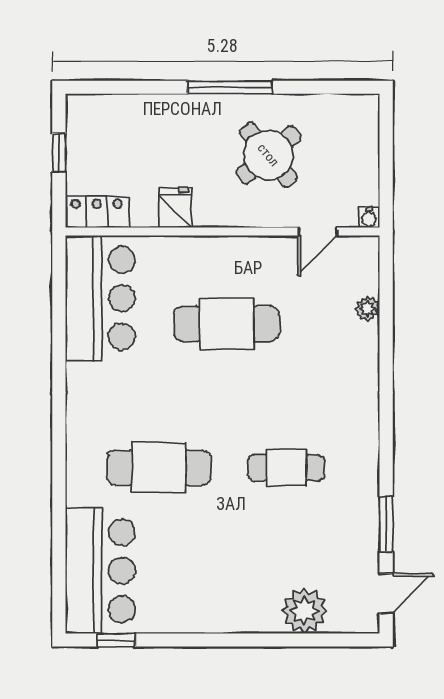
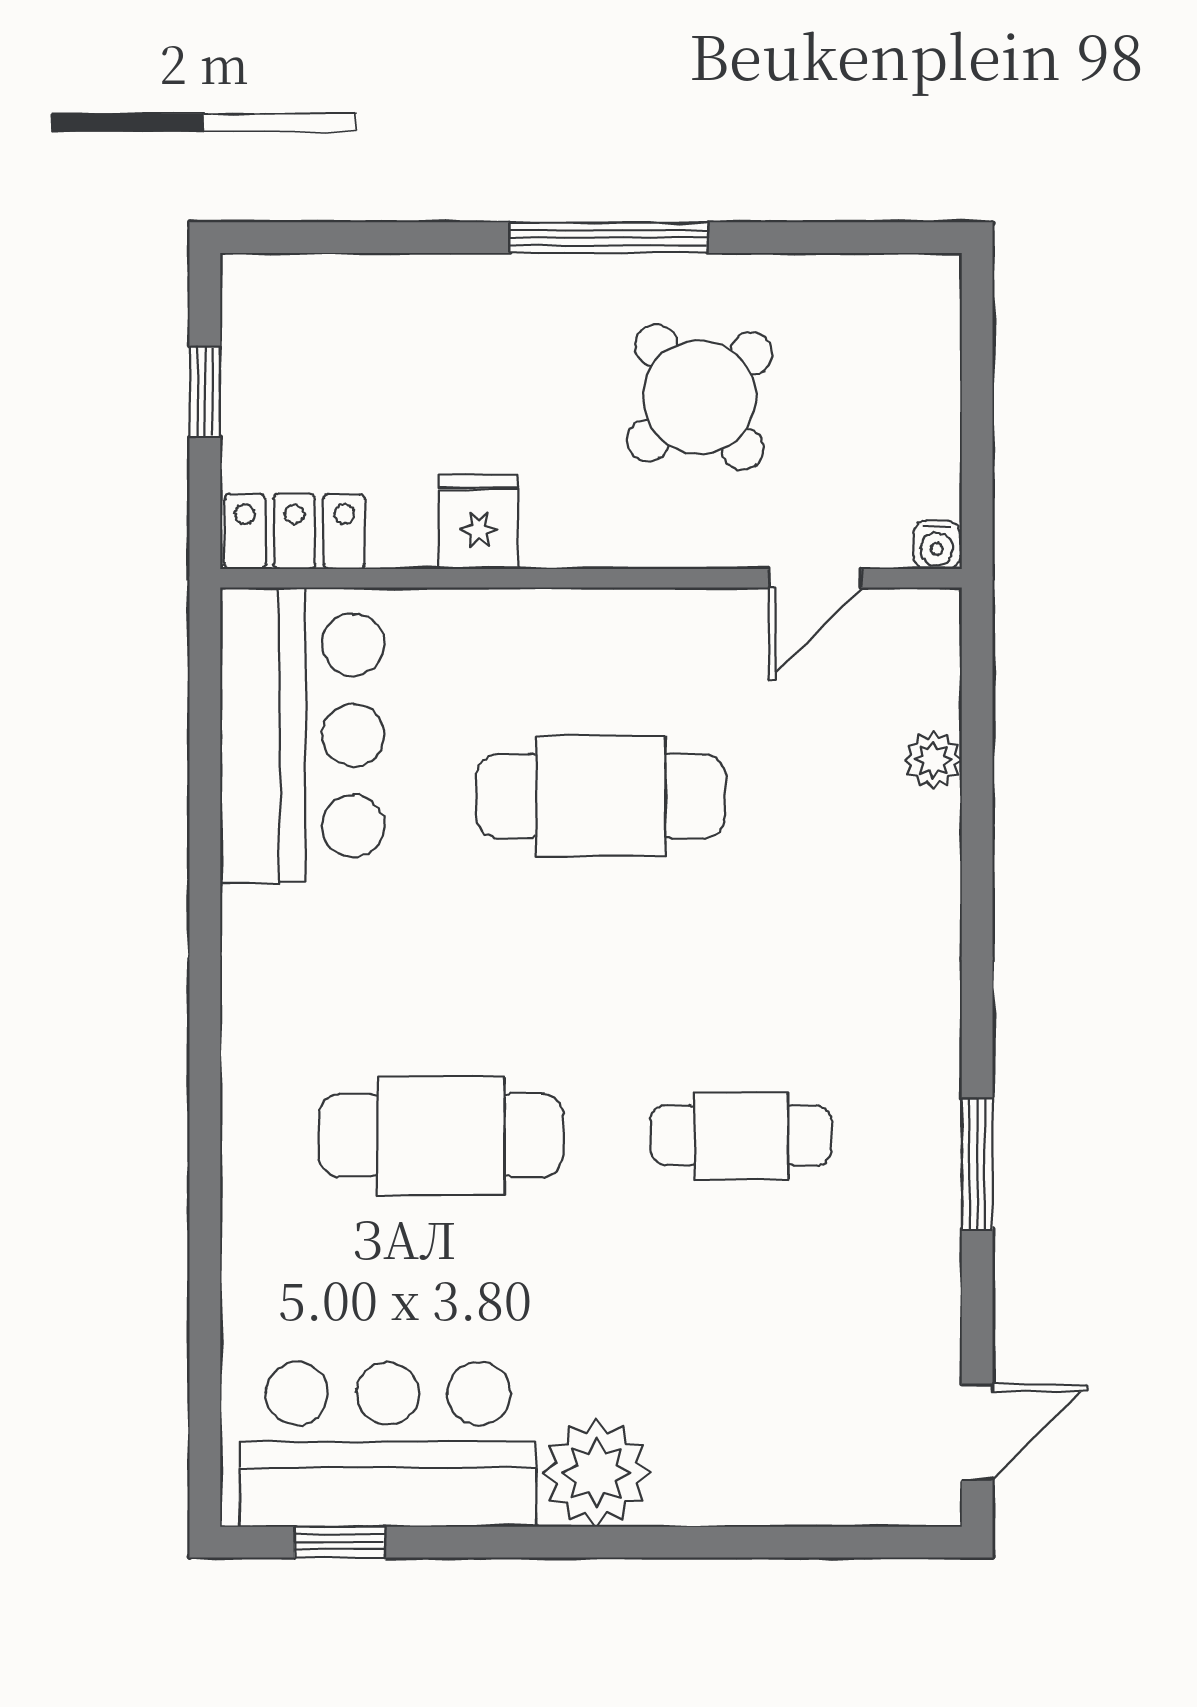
window: (386, 524) -> (977, 1164), moved
bar counter: (100, 571) -> (388, 1445), moved, turned -90
plant: (305, 611) -> (596, 1473), moved

